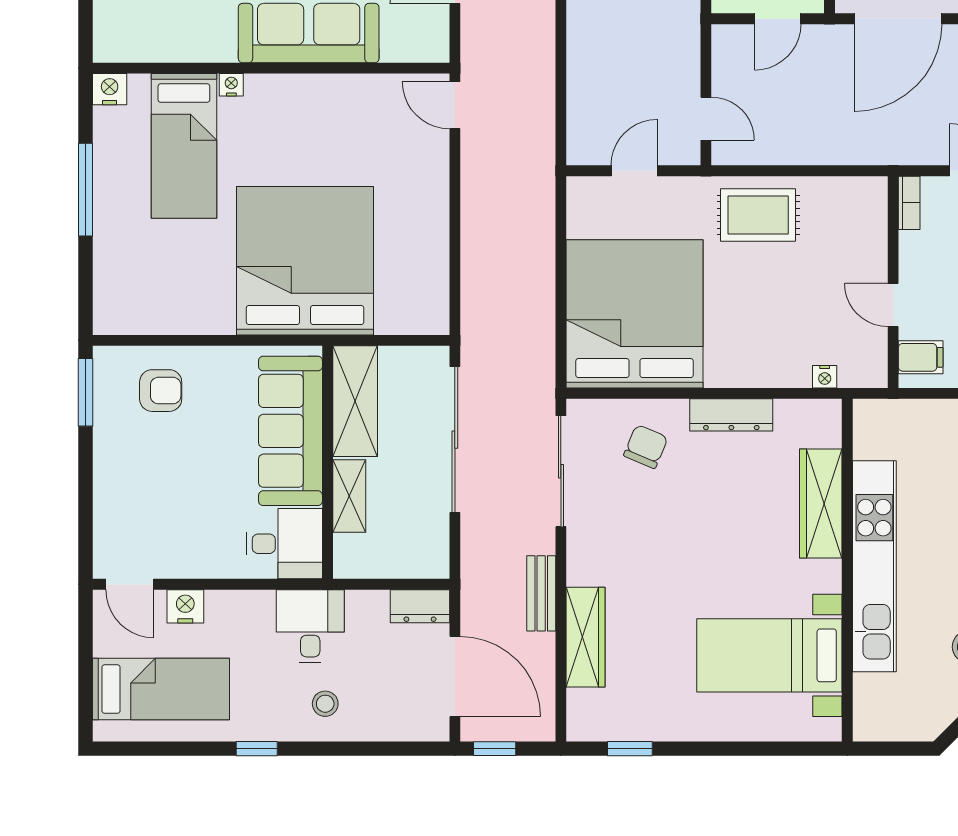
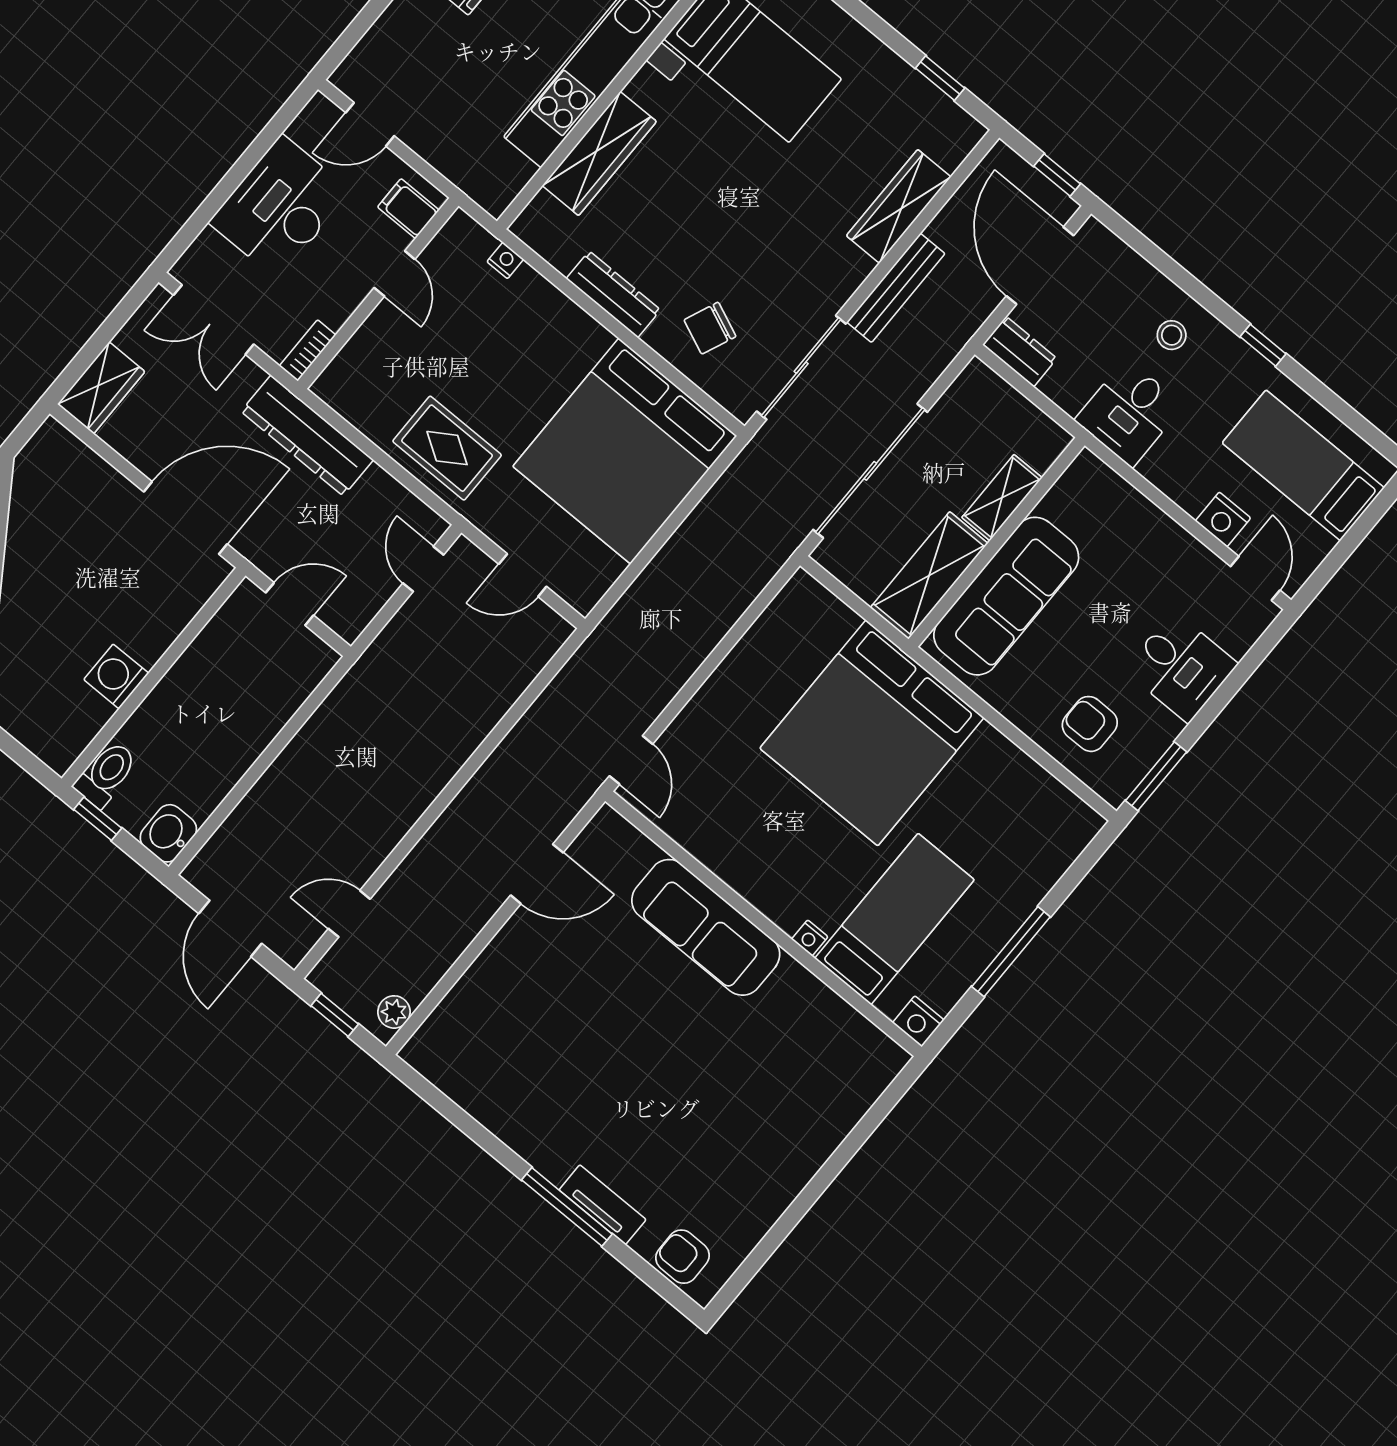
dresser: (861, 144) -> (307, 436), added
desk: (284, 544) -> (1181, 667), moved, turned 180
bench: (541, 593) -> (896, 288), width x1.36

